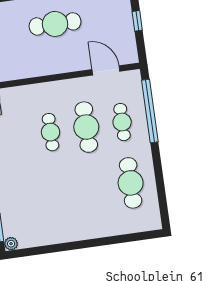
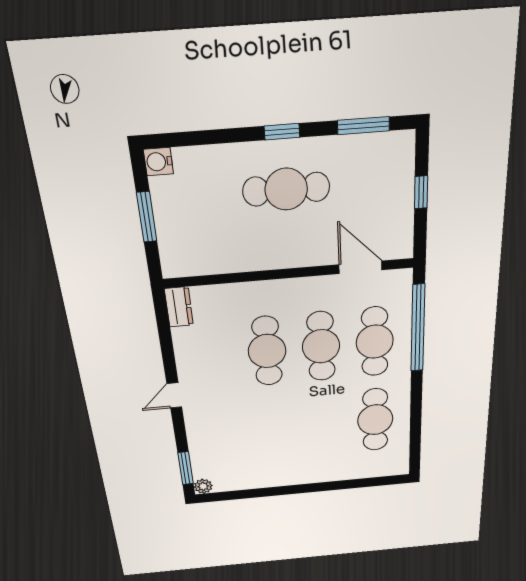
cafe table: (122, 122) -> (375, 342), width x1.37, depth x1.35
cafe table: (51, 132) -> (267, 351), width x1.37, depth x1.35

